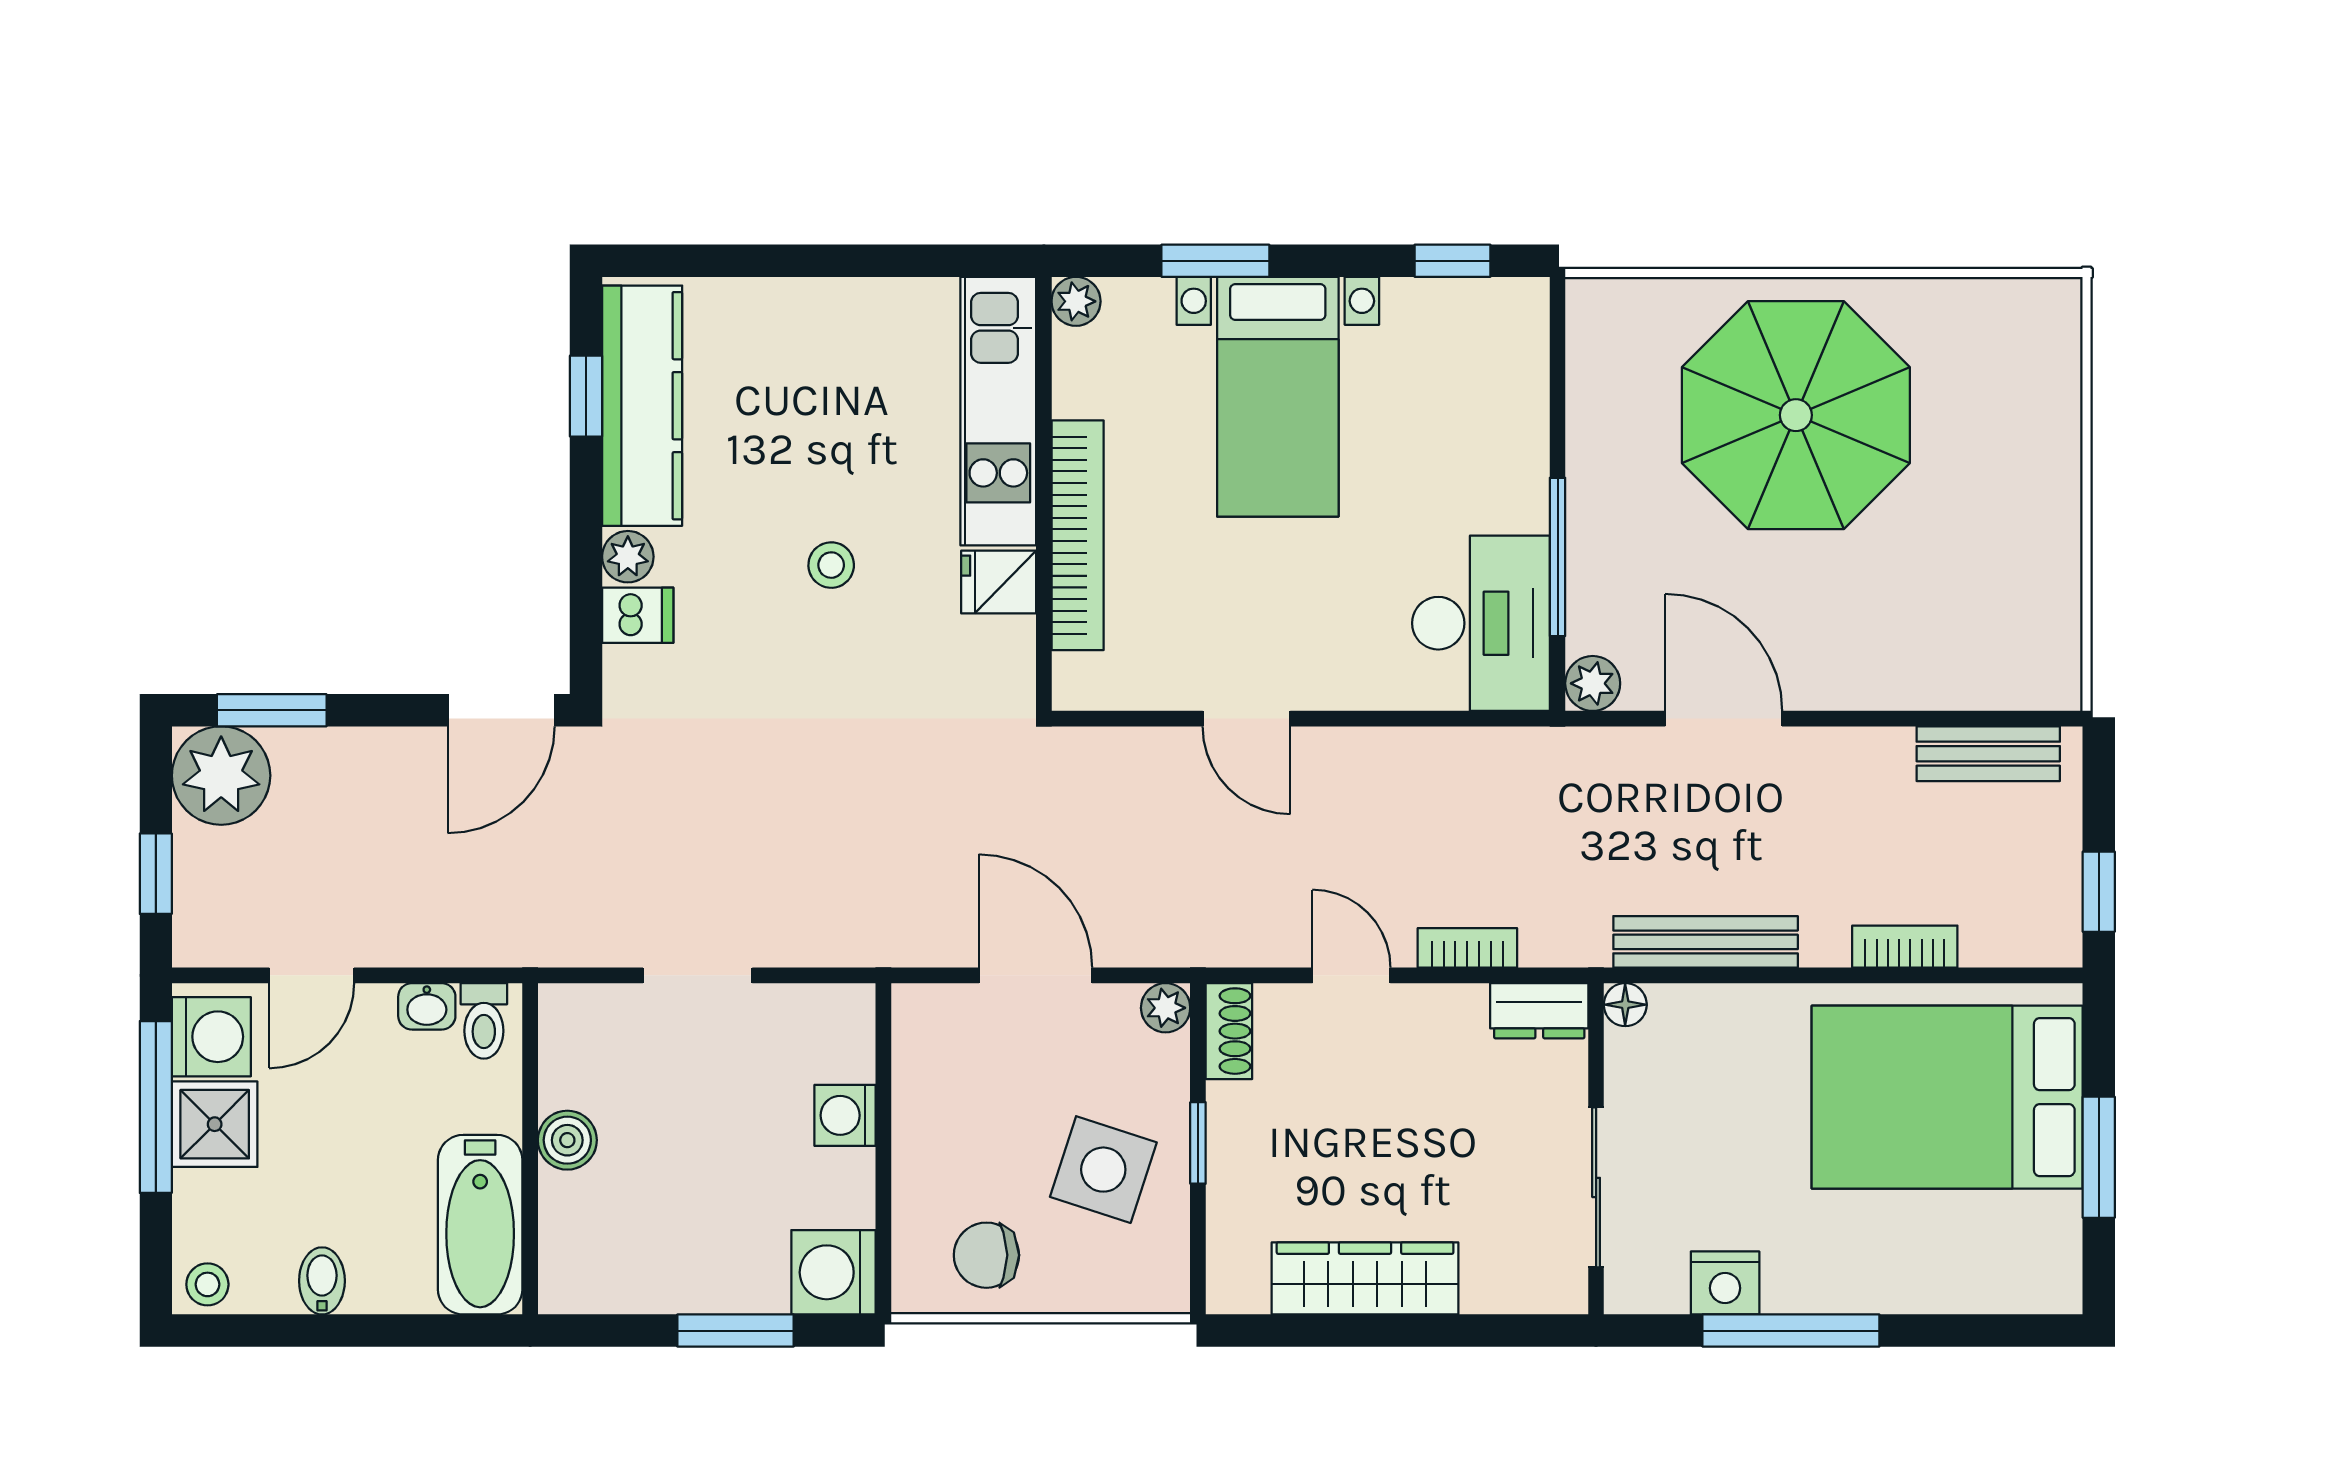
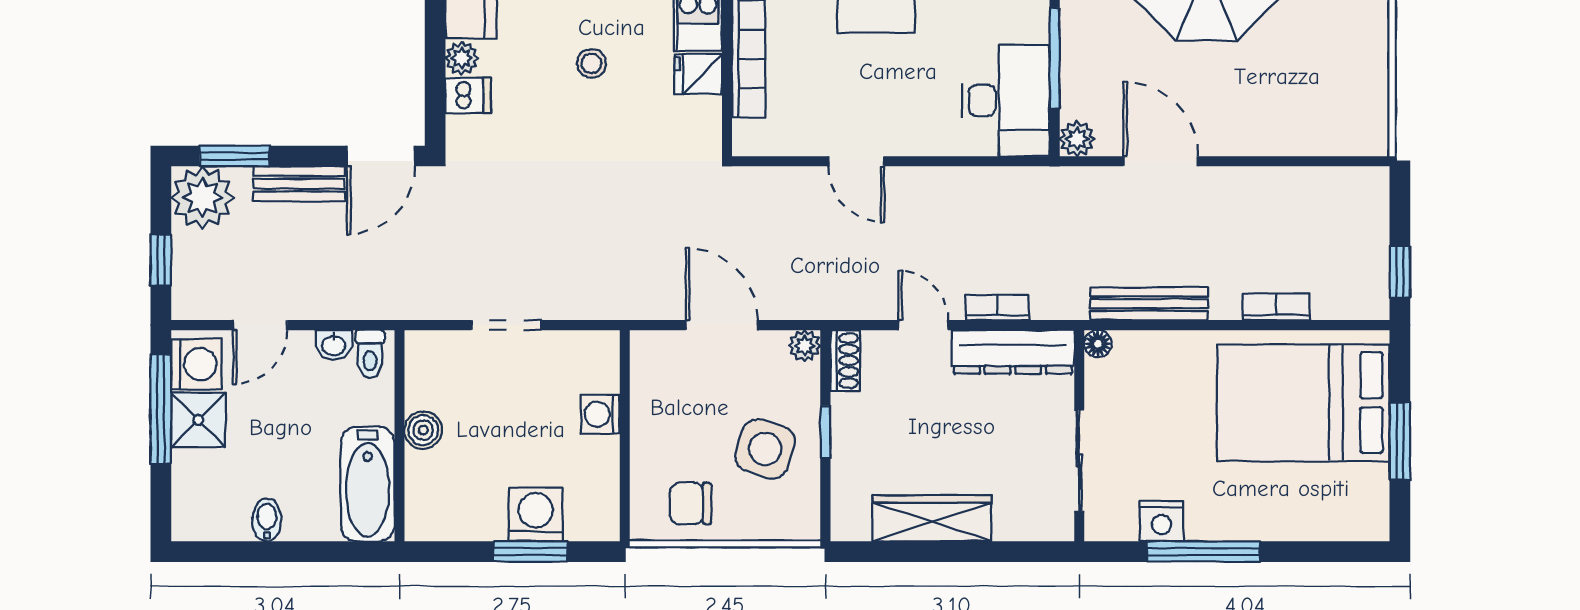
bench: (1988, 754) -> (299, 184), moved
dresser: (1539, 1011) -> (1013, 352), width x1.96, depth x1.24
washing machine: (833, 1272) -> (536, 514), moved, turned 90
stool: (207, 1284) -> (194, 522), removed

